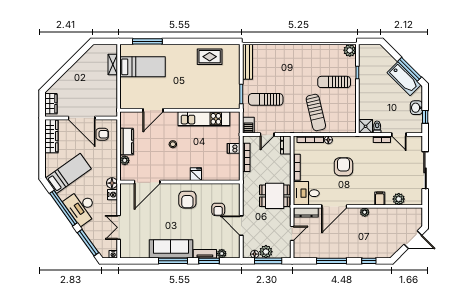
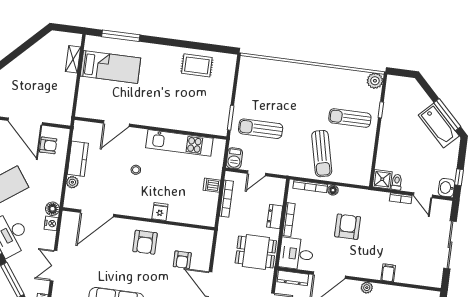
bench: (248, 62) -> (244, 78), removed
washbasin: (416, 108) -> (446, 188), moved
dresser: (286, 145) -> (275, 217), moved
plant: (399, 199) -> (412, 277), removed

